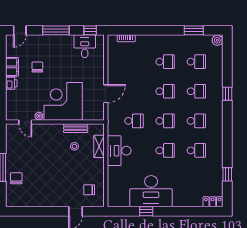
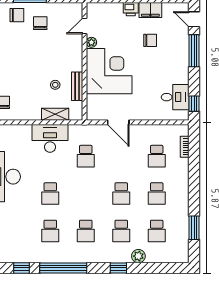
window: (56, 30) -> (194, 51), moved
plant: (217, 40) -> (138, 256), moved
school desk: (165, 121) -> (157, 156), moved
window: (227, 140) -> (63, 268), added
chair: (23, 159) -> (40, 23), added

